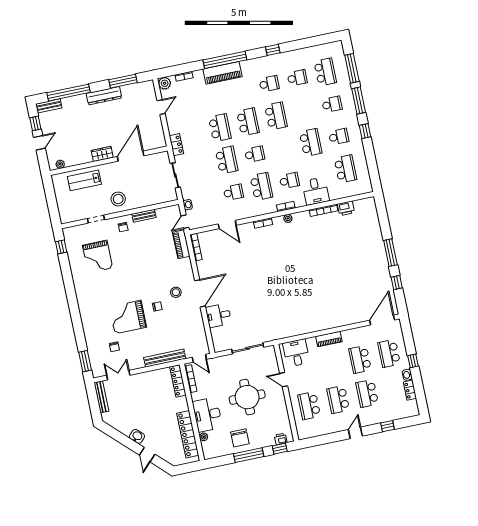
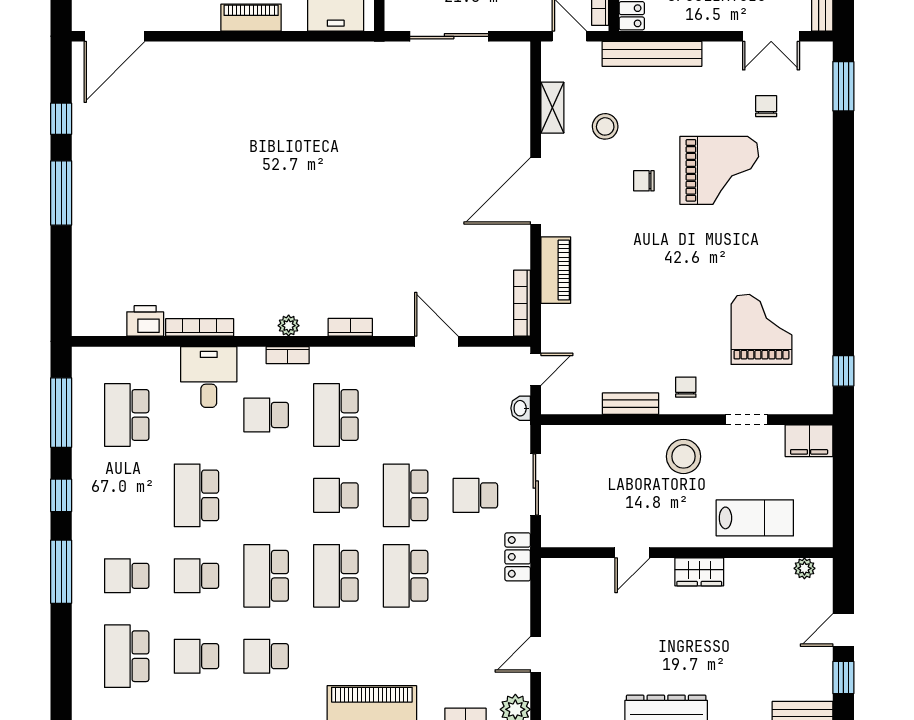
window: (352, 68) -> (61, 413), moved
school desk: (339, 137) -> (196, 576), moved
door: (131, 156) -> (632, 553), width x0.53
school desk: (233, 192) -> (475, 495), moved
filing cabinet: (69, 216) -> (809, 441), added
piano: (181, 244) -> (556, 270), moved
stool: (176, 292) -> (605, 126), moved
desk: (218, 315) -> (503, 129), removed
shelving: (200, 328) -> (552, 108), added

